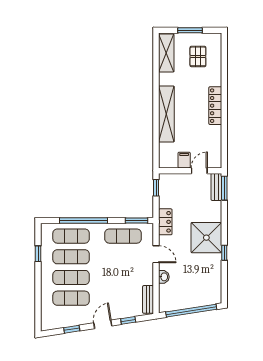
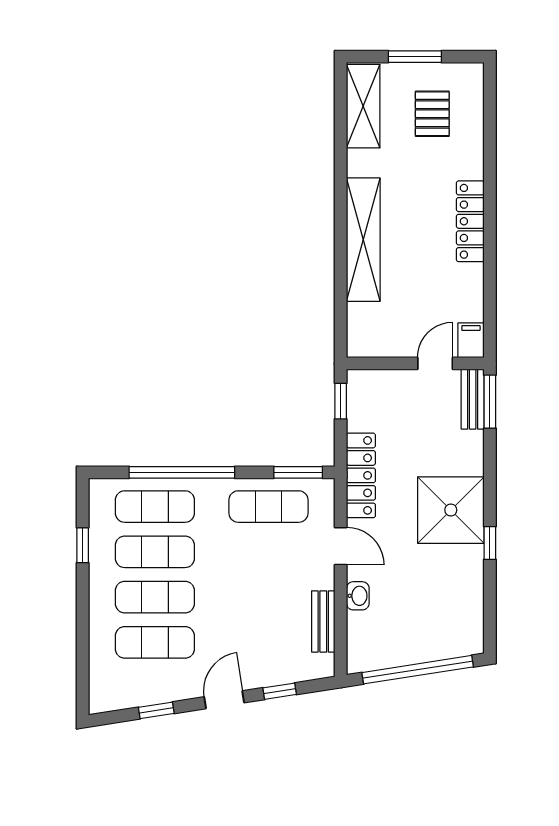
filing cabinet: (184, 160) -> (471, 340), moved
locker: (165, 222) -> (361, 475), width x1.53
bench: (148, 299) -> (323, 621), moved

